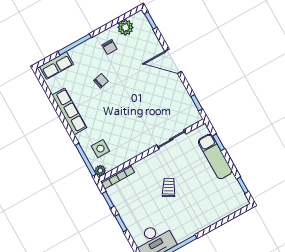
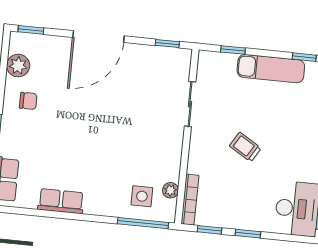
door: (173, 61) -> (98, 37), width x1.36
chair: (101, 81) -> (61, 139), removed
row of seats: (69, 111) -> (61, 201), width x0.68
exam couch: (215, 157) -> (271, 69), moved
plant: (100, 171) -> (170, 190), moved

